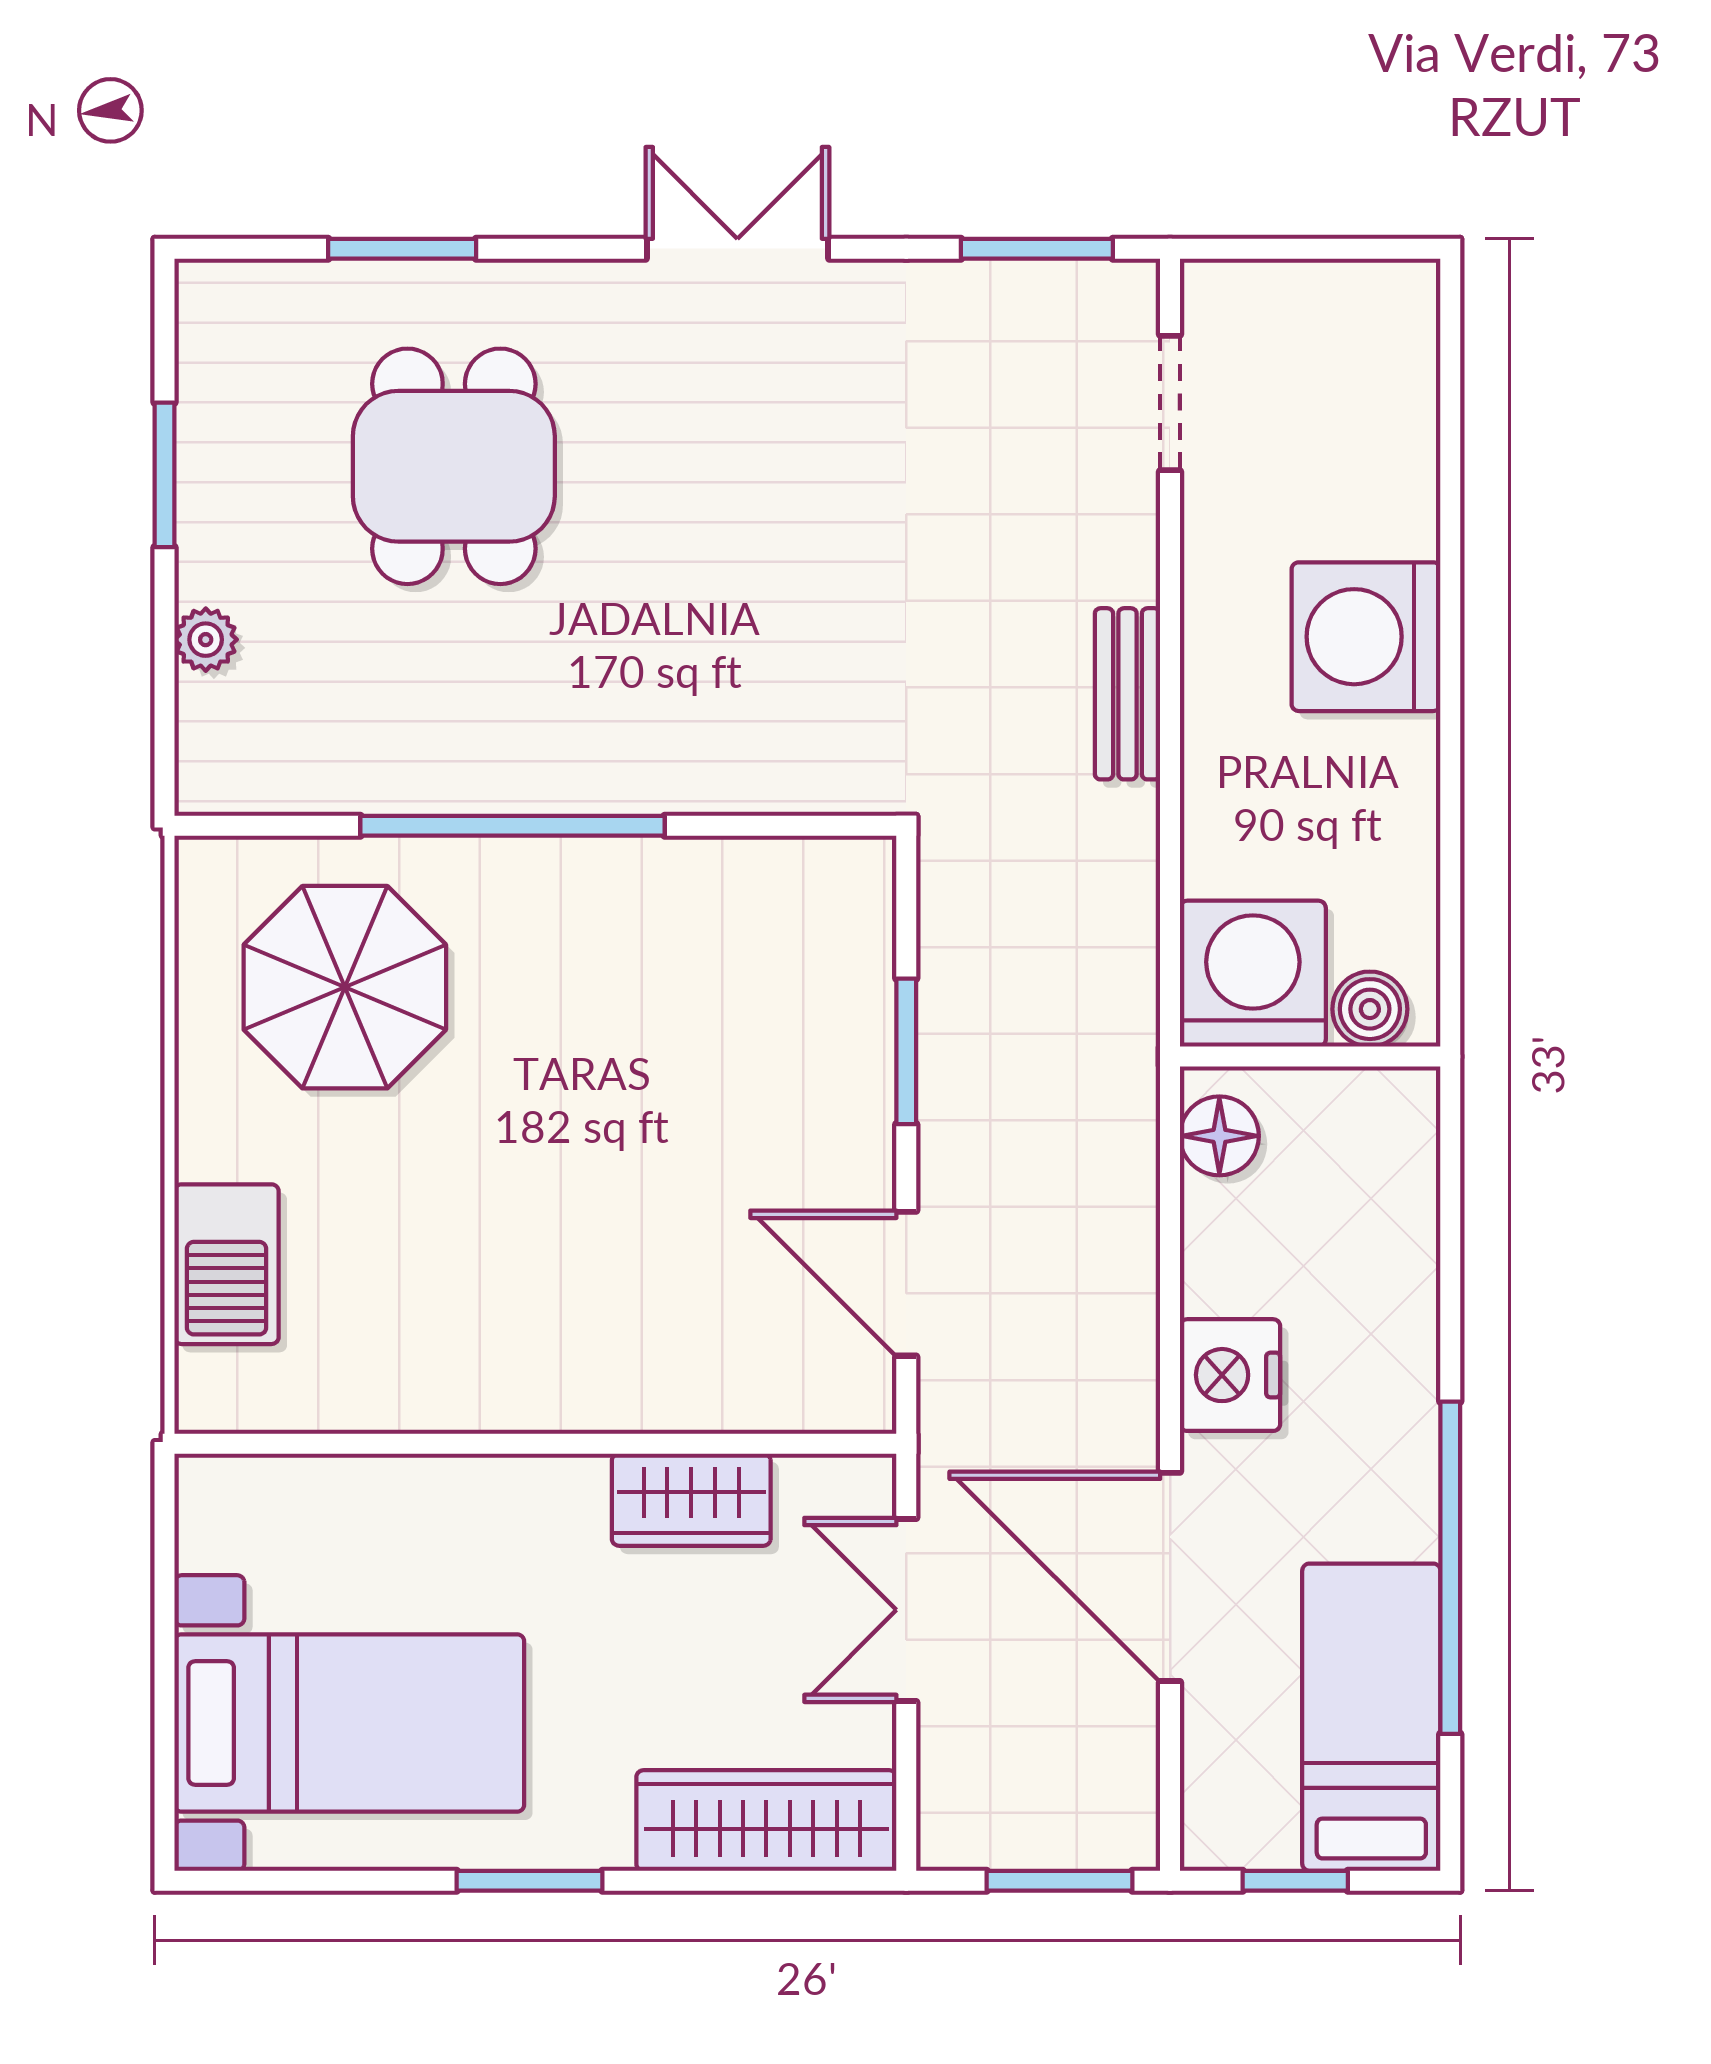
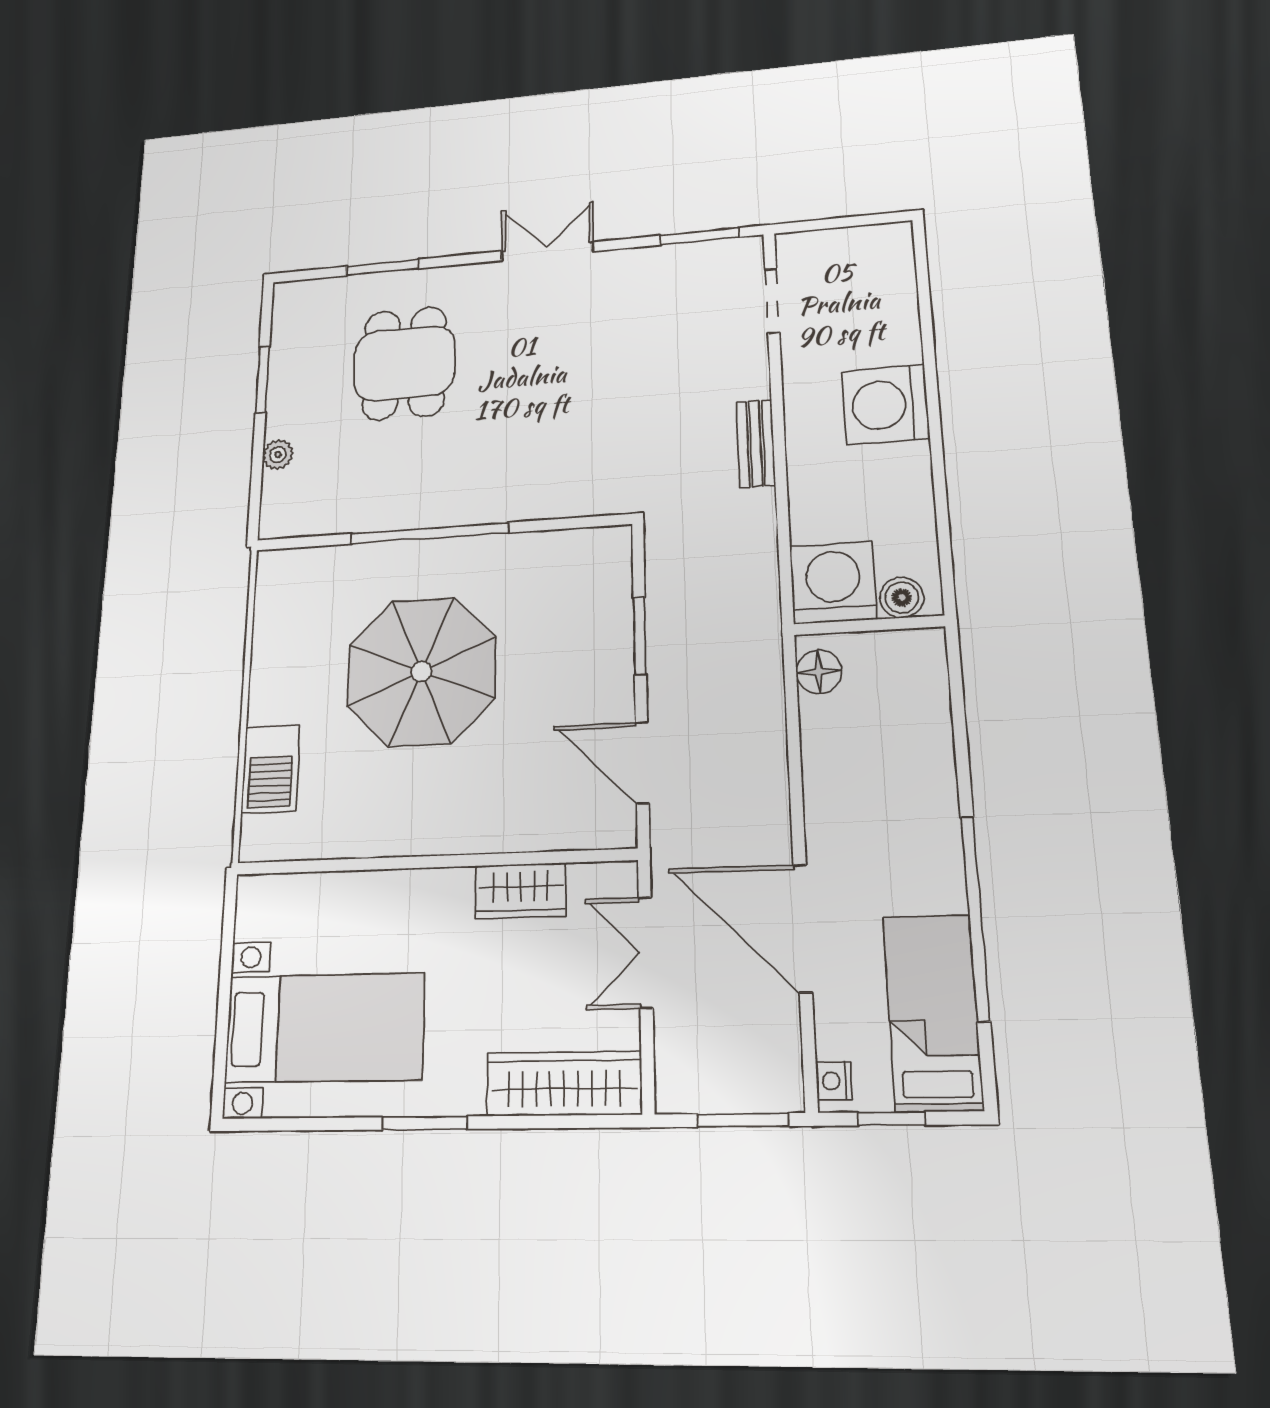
parasol: (345, 987) -> (421, 671), moved, width x1.36, depth x1.36
nightstand: (1230, 1375) -> (834, 1081), moved, width x0.53, depth x0.56

